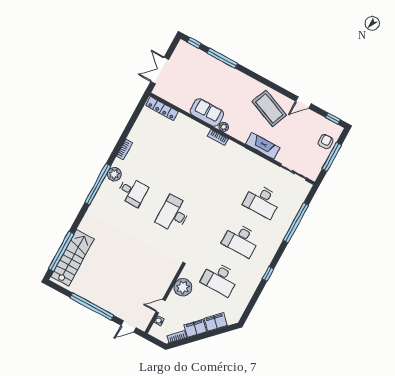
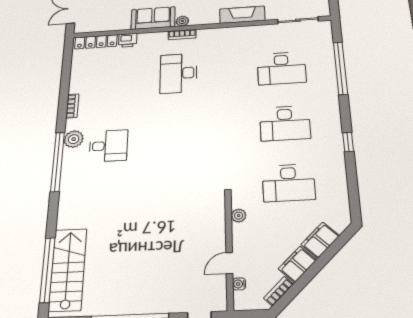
printer: (182, 120) -> (128, 40), added
desk: (173, 214) -> (178, 73), moved
plant: (183, 287) -> (239, 216), width x0.53, depth x0.53

